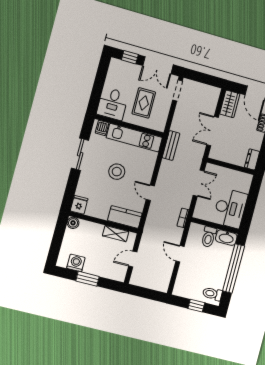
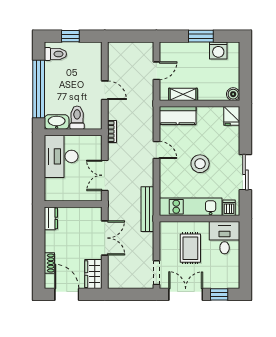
bench: (171, 145) -> (147, 209), width x1.36

